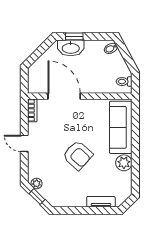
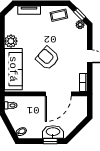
door: (64, 96) -> (58, 94), hinge flipped
armchair: (78, 155) -> (48, 58), moved
coffee table: (63, 195) -> (59, 15), added

